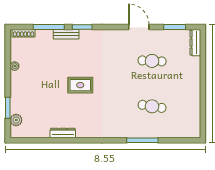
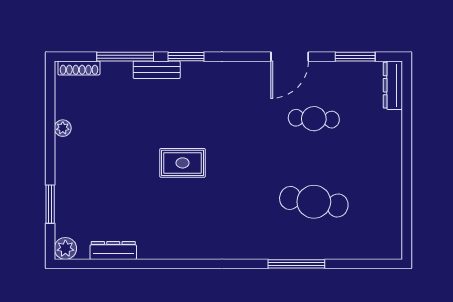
door: (139, 27) -> (290, 57), swing flipped
cafe table: (152, 106) -> (314, 202), width x1.37, depth x1.35
plant: (16, 120) -> (65, 248), moved
dresser: (63, 133) -> (113, 250), moved

